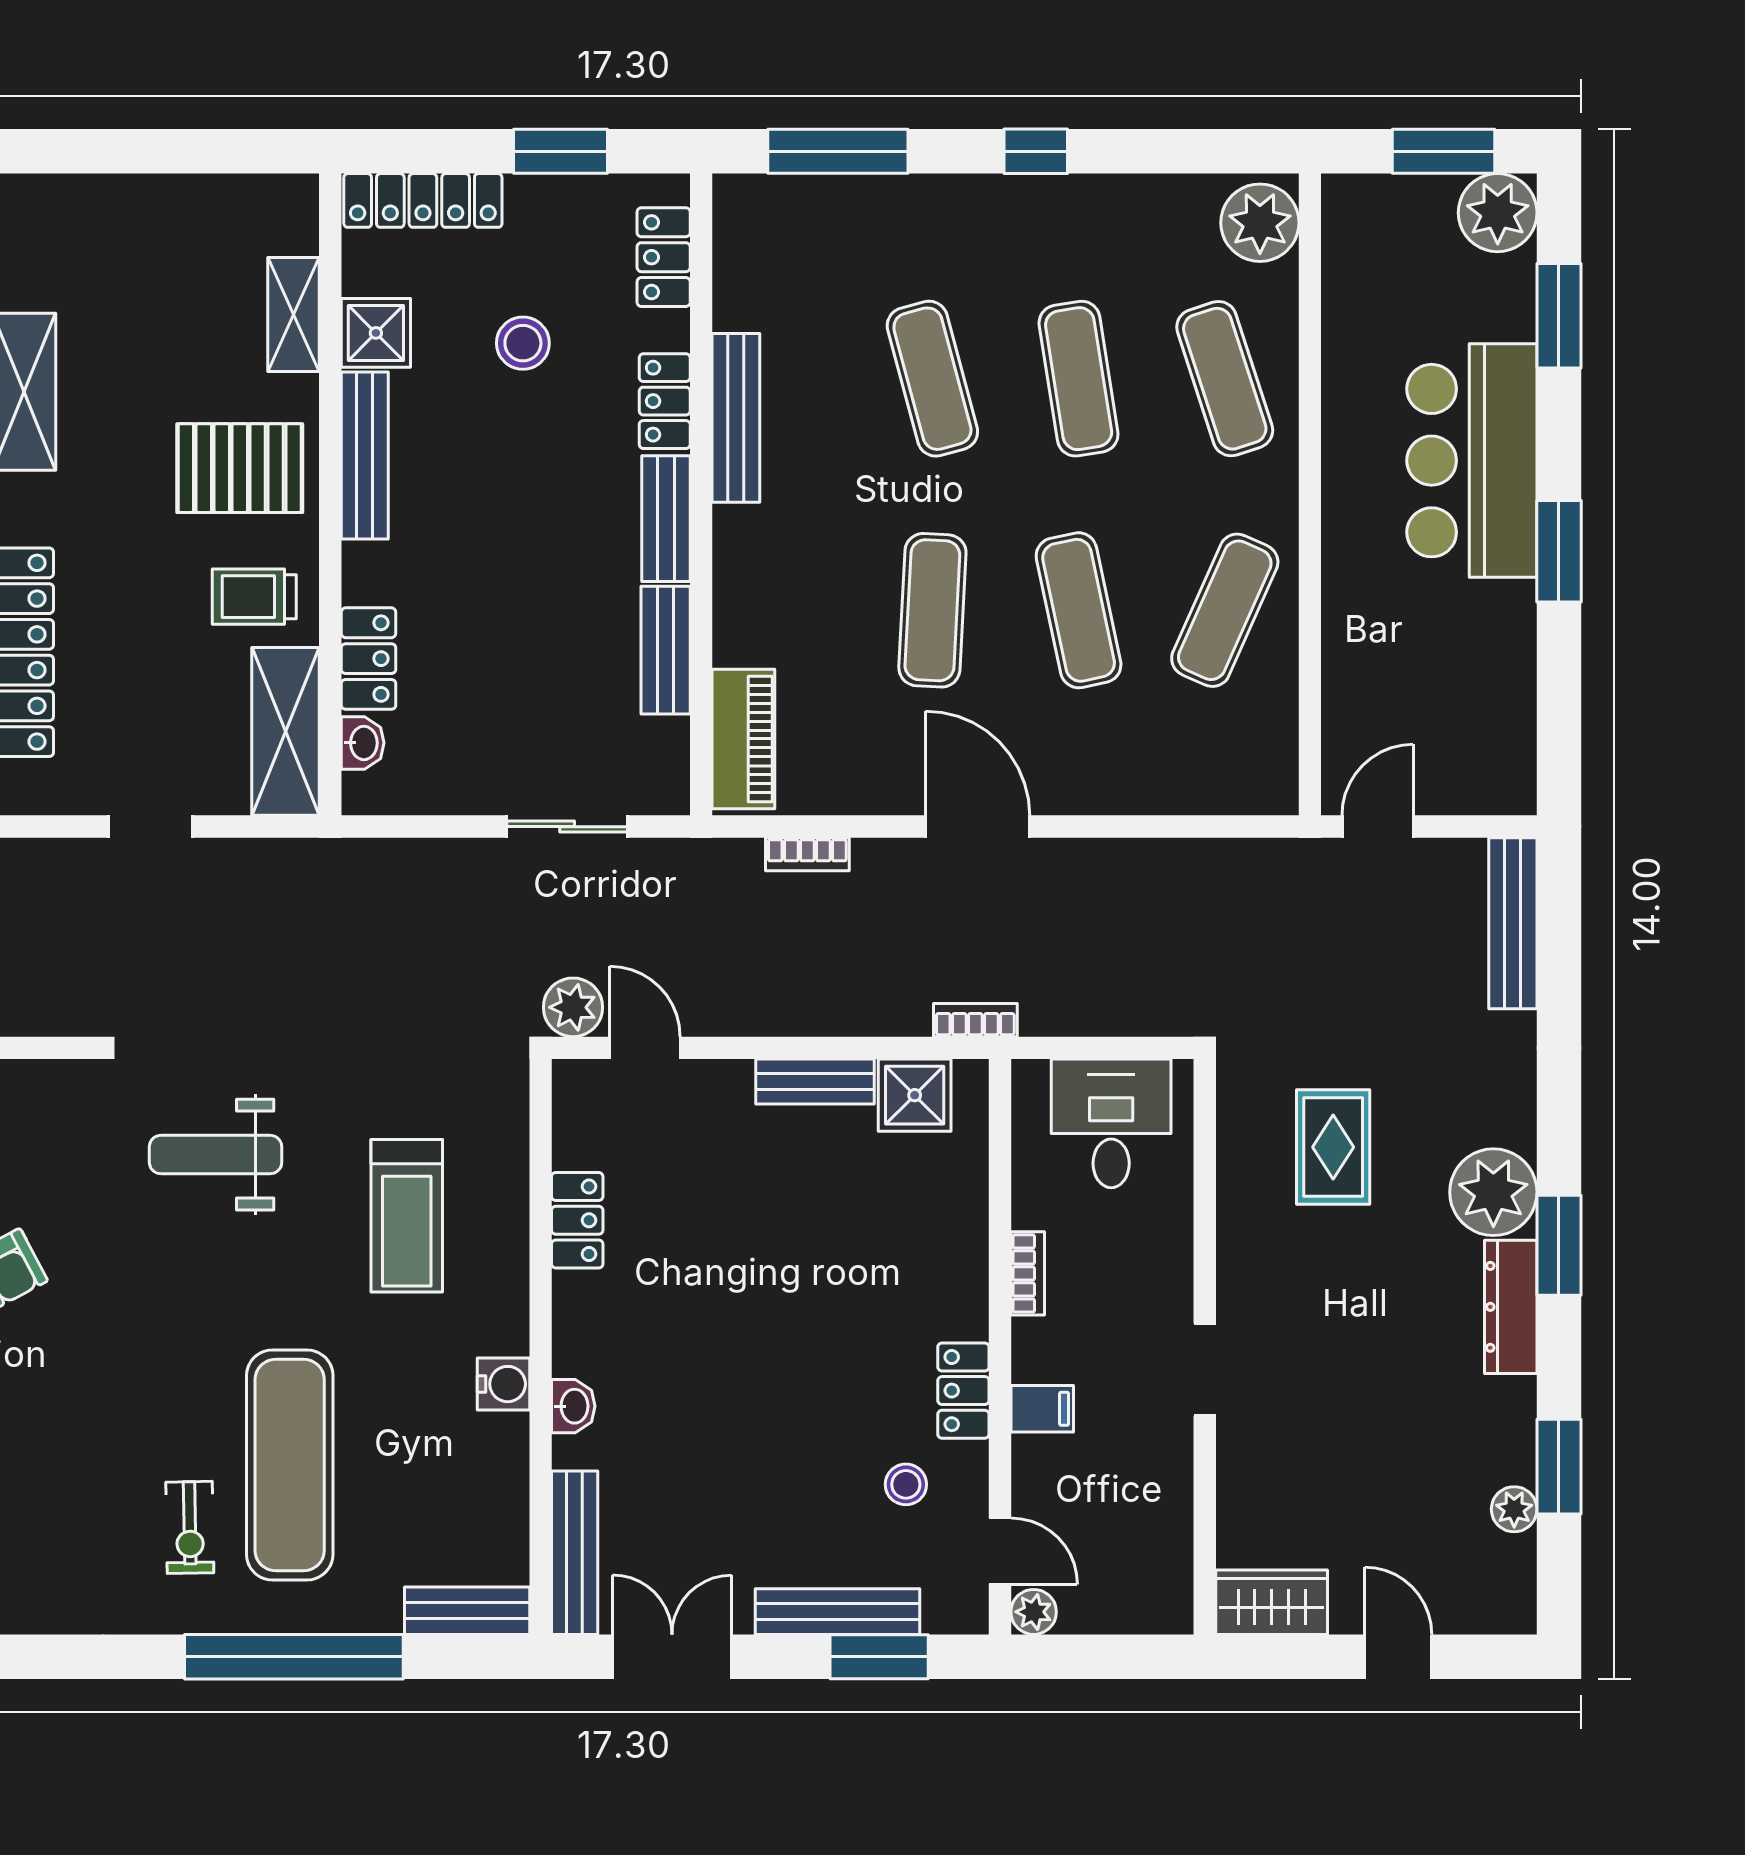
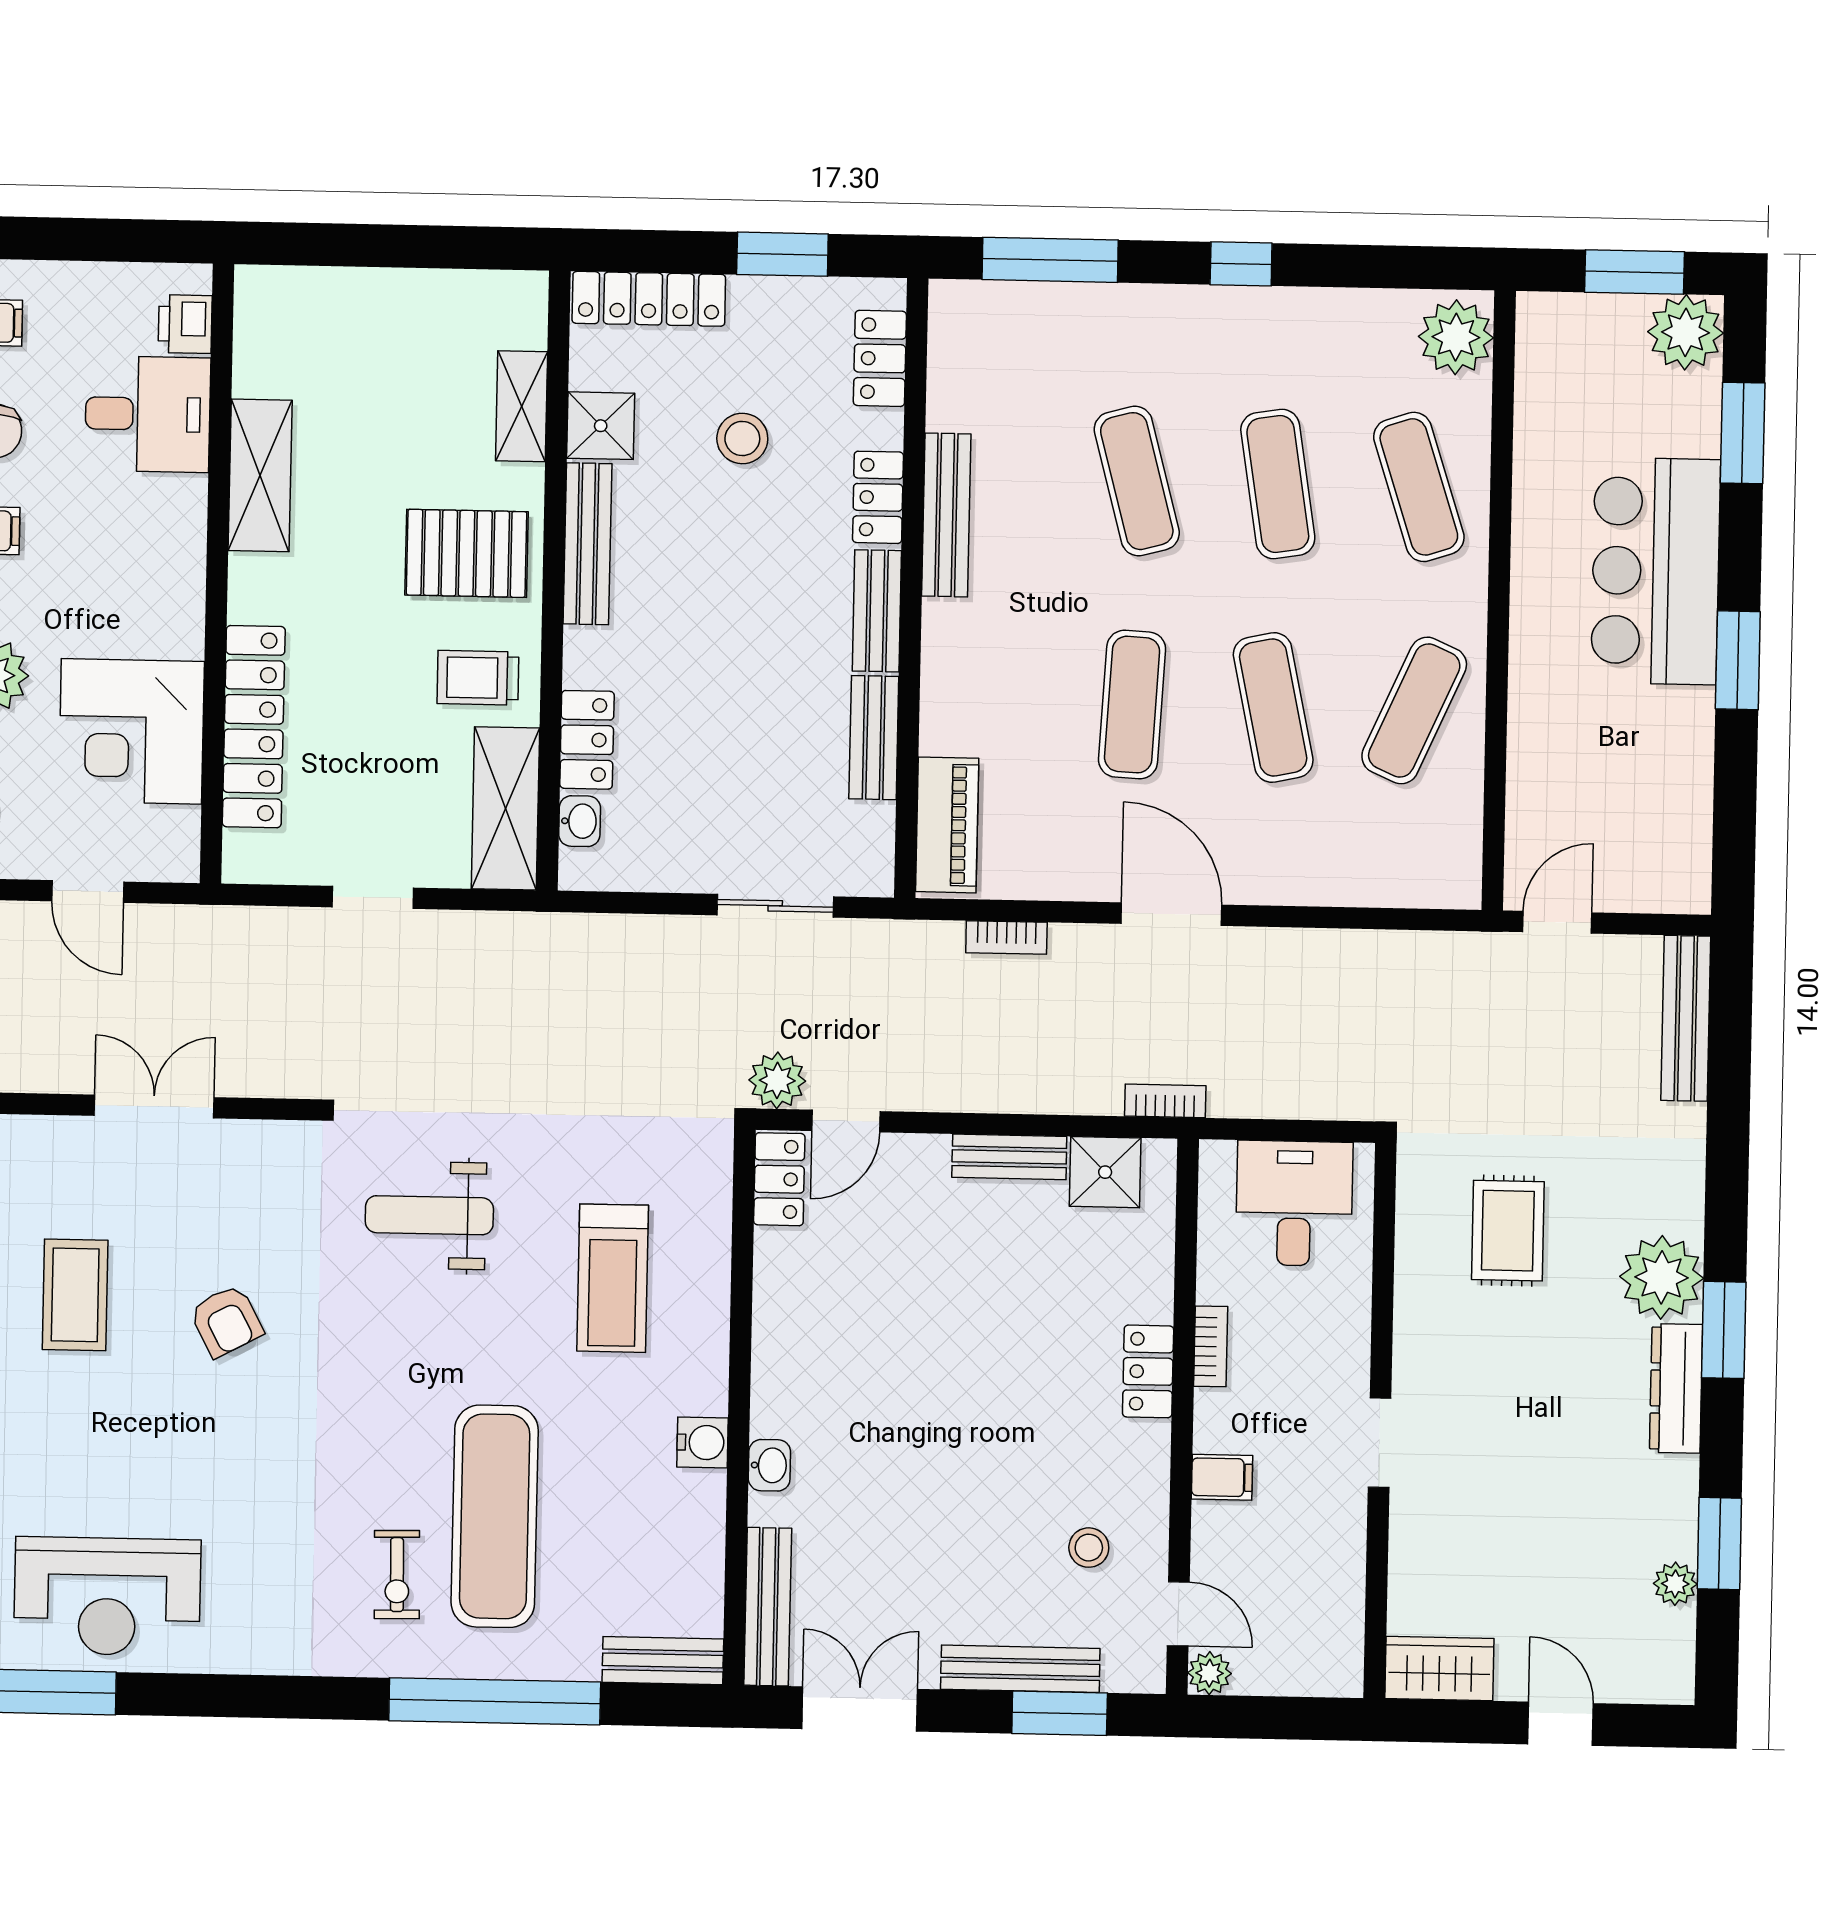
door: (645, 1048) -> (846, 1121), swing flipped
locker: (577, 1220) -> (779, 1179), moved
locker: (963, 1391) -> (1148, 1371), moved

